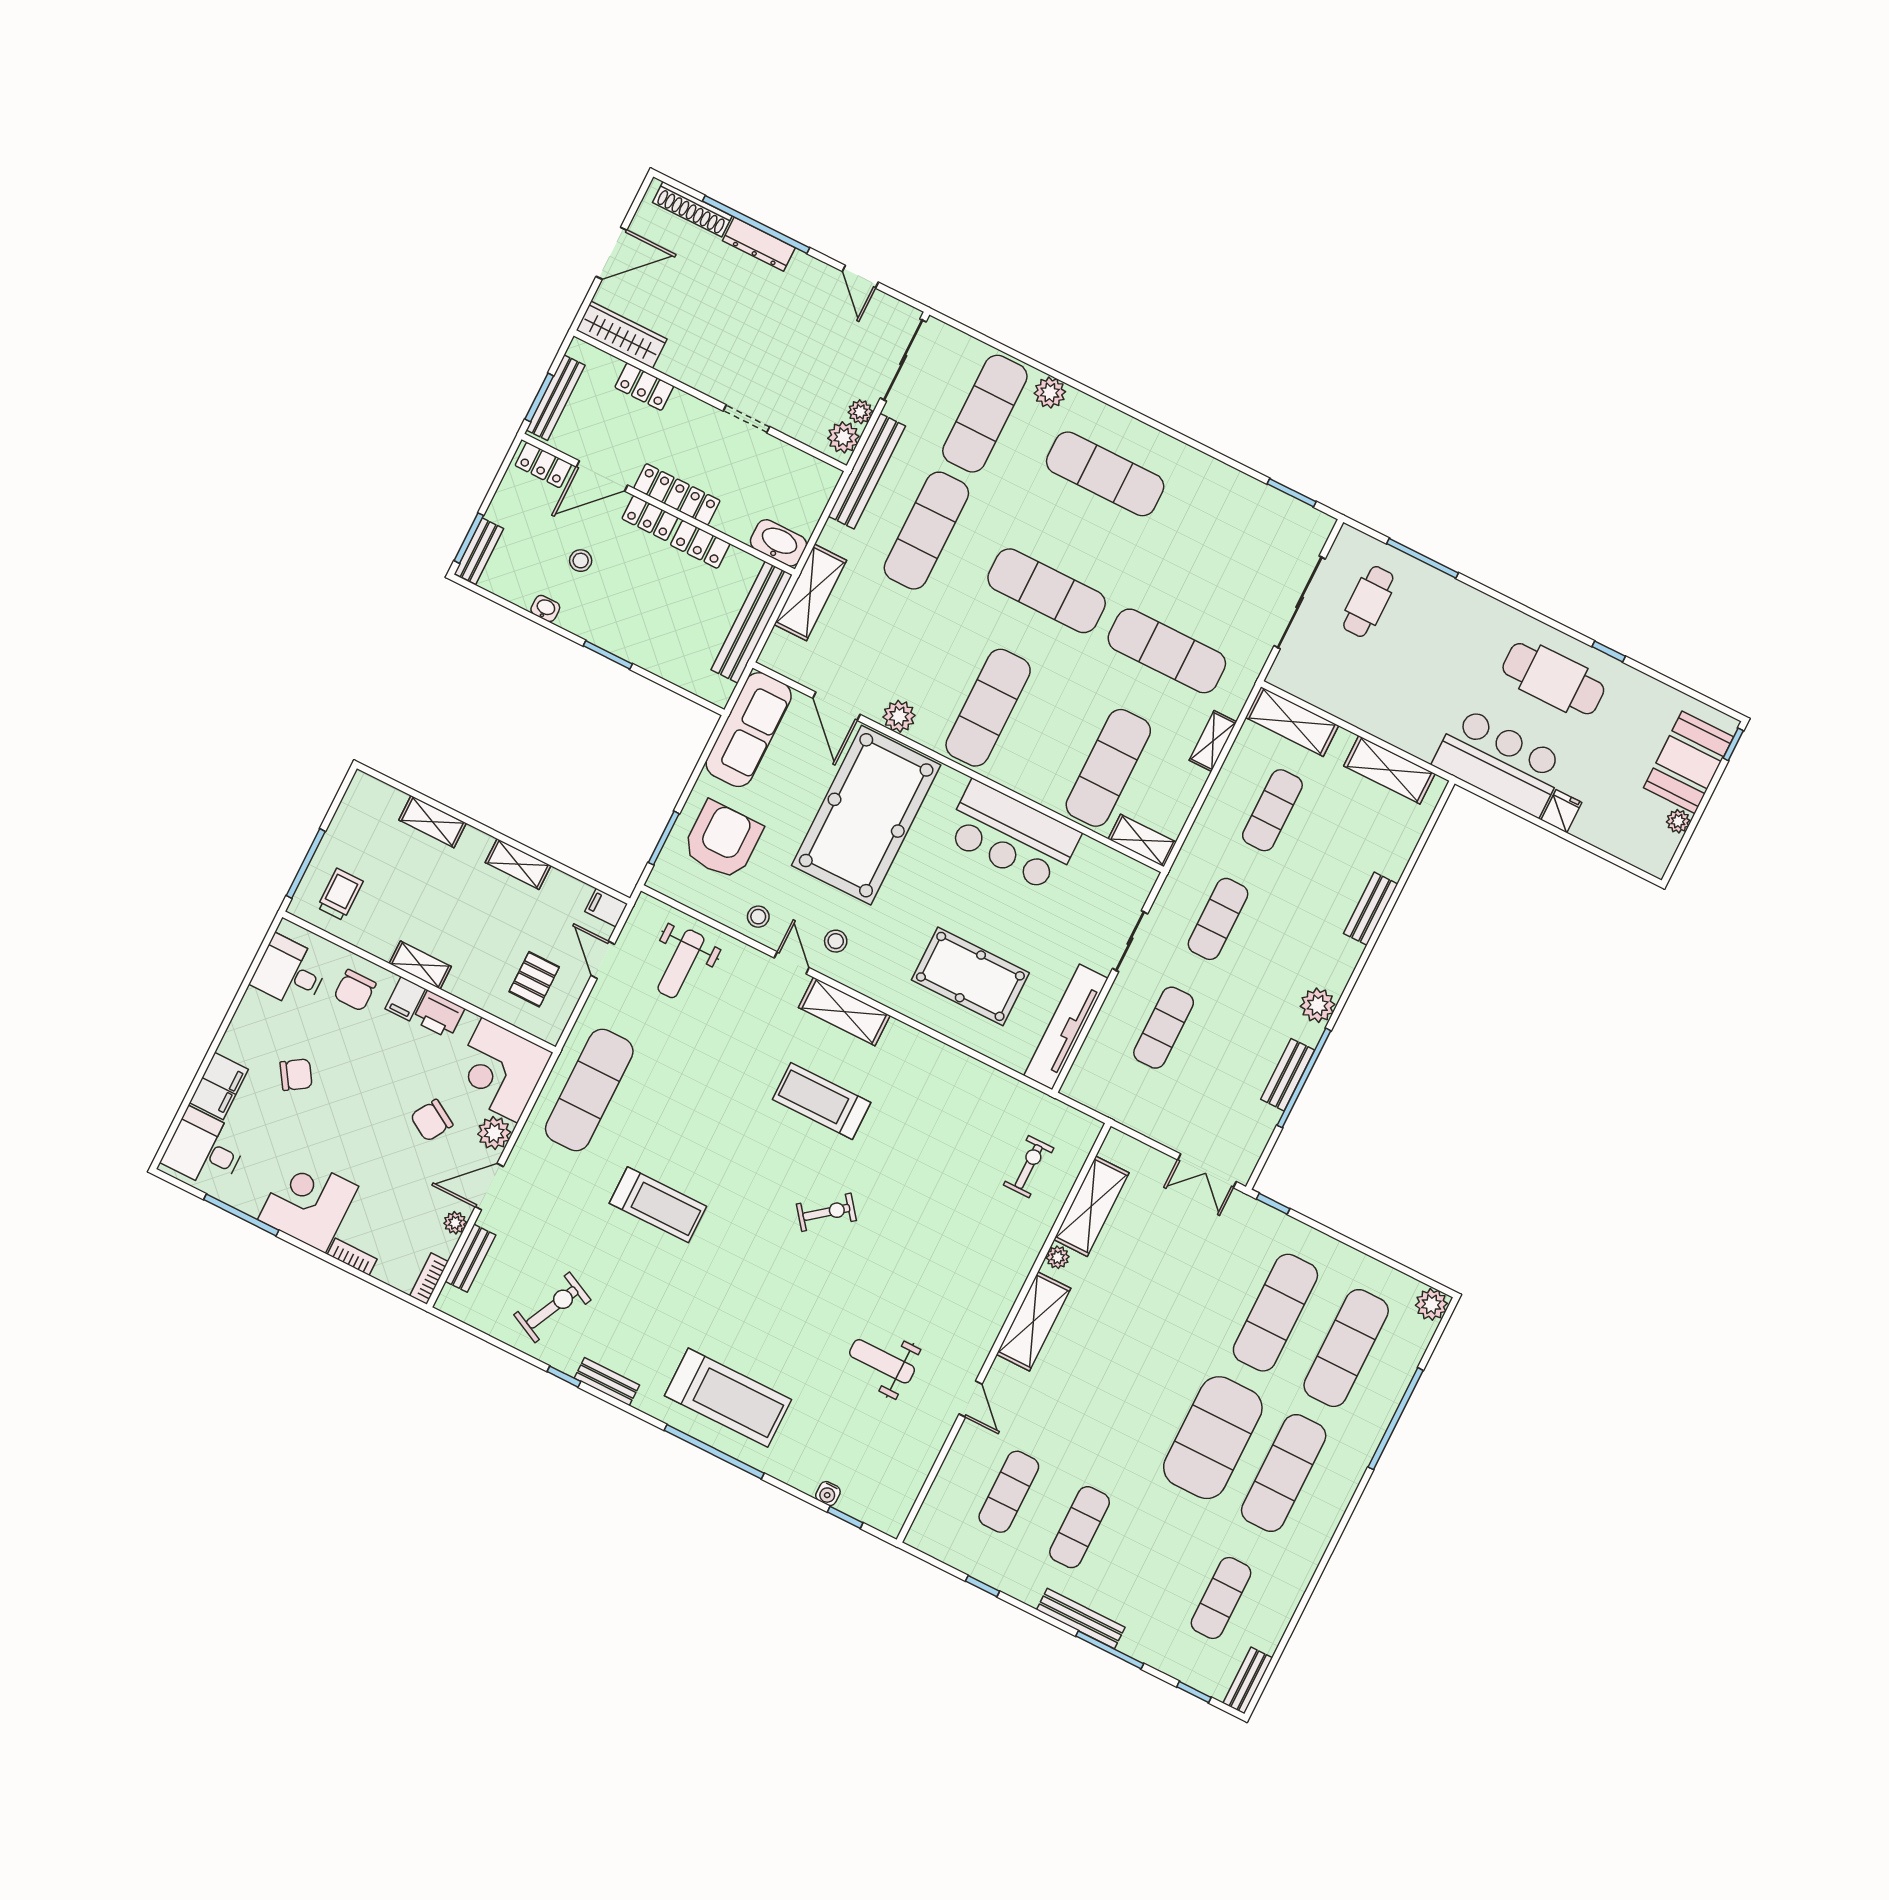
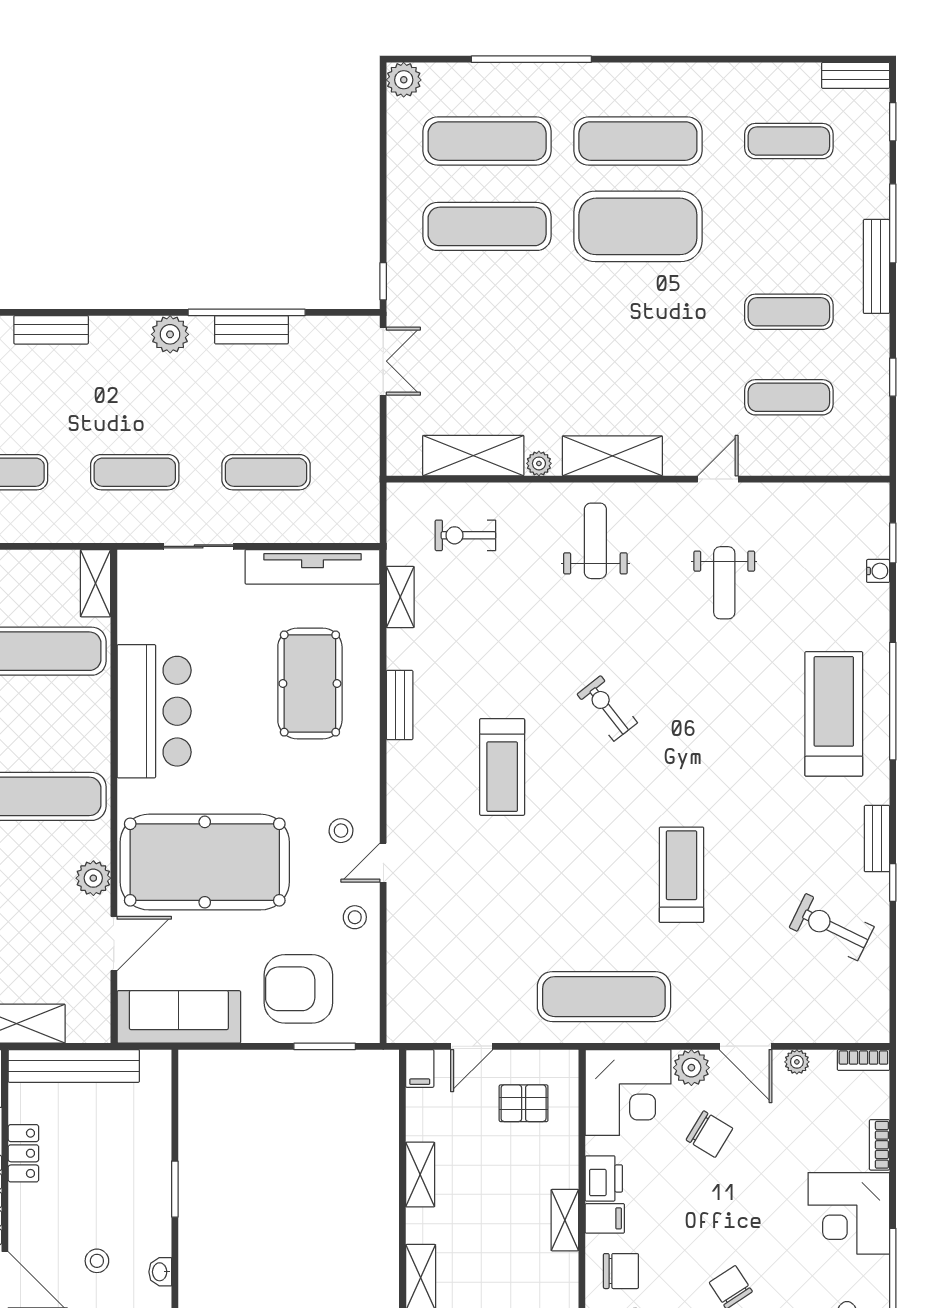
locker: (650, 518) -> (22, 1214), removed
weight bench: (681, 964) -> (595, 541), moved, turned -90
shelving: (844, 1011) -> (400, 597), moved, width x0.67, depth x0.75
bench: (470, 1258) -> (400, 705), moved, turned 90

